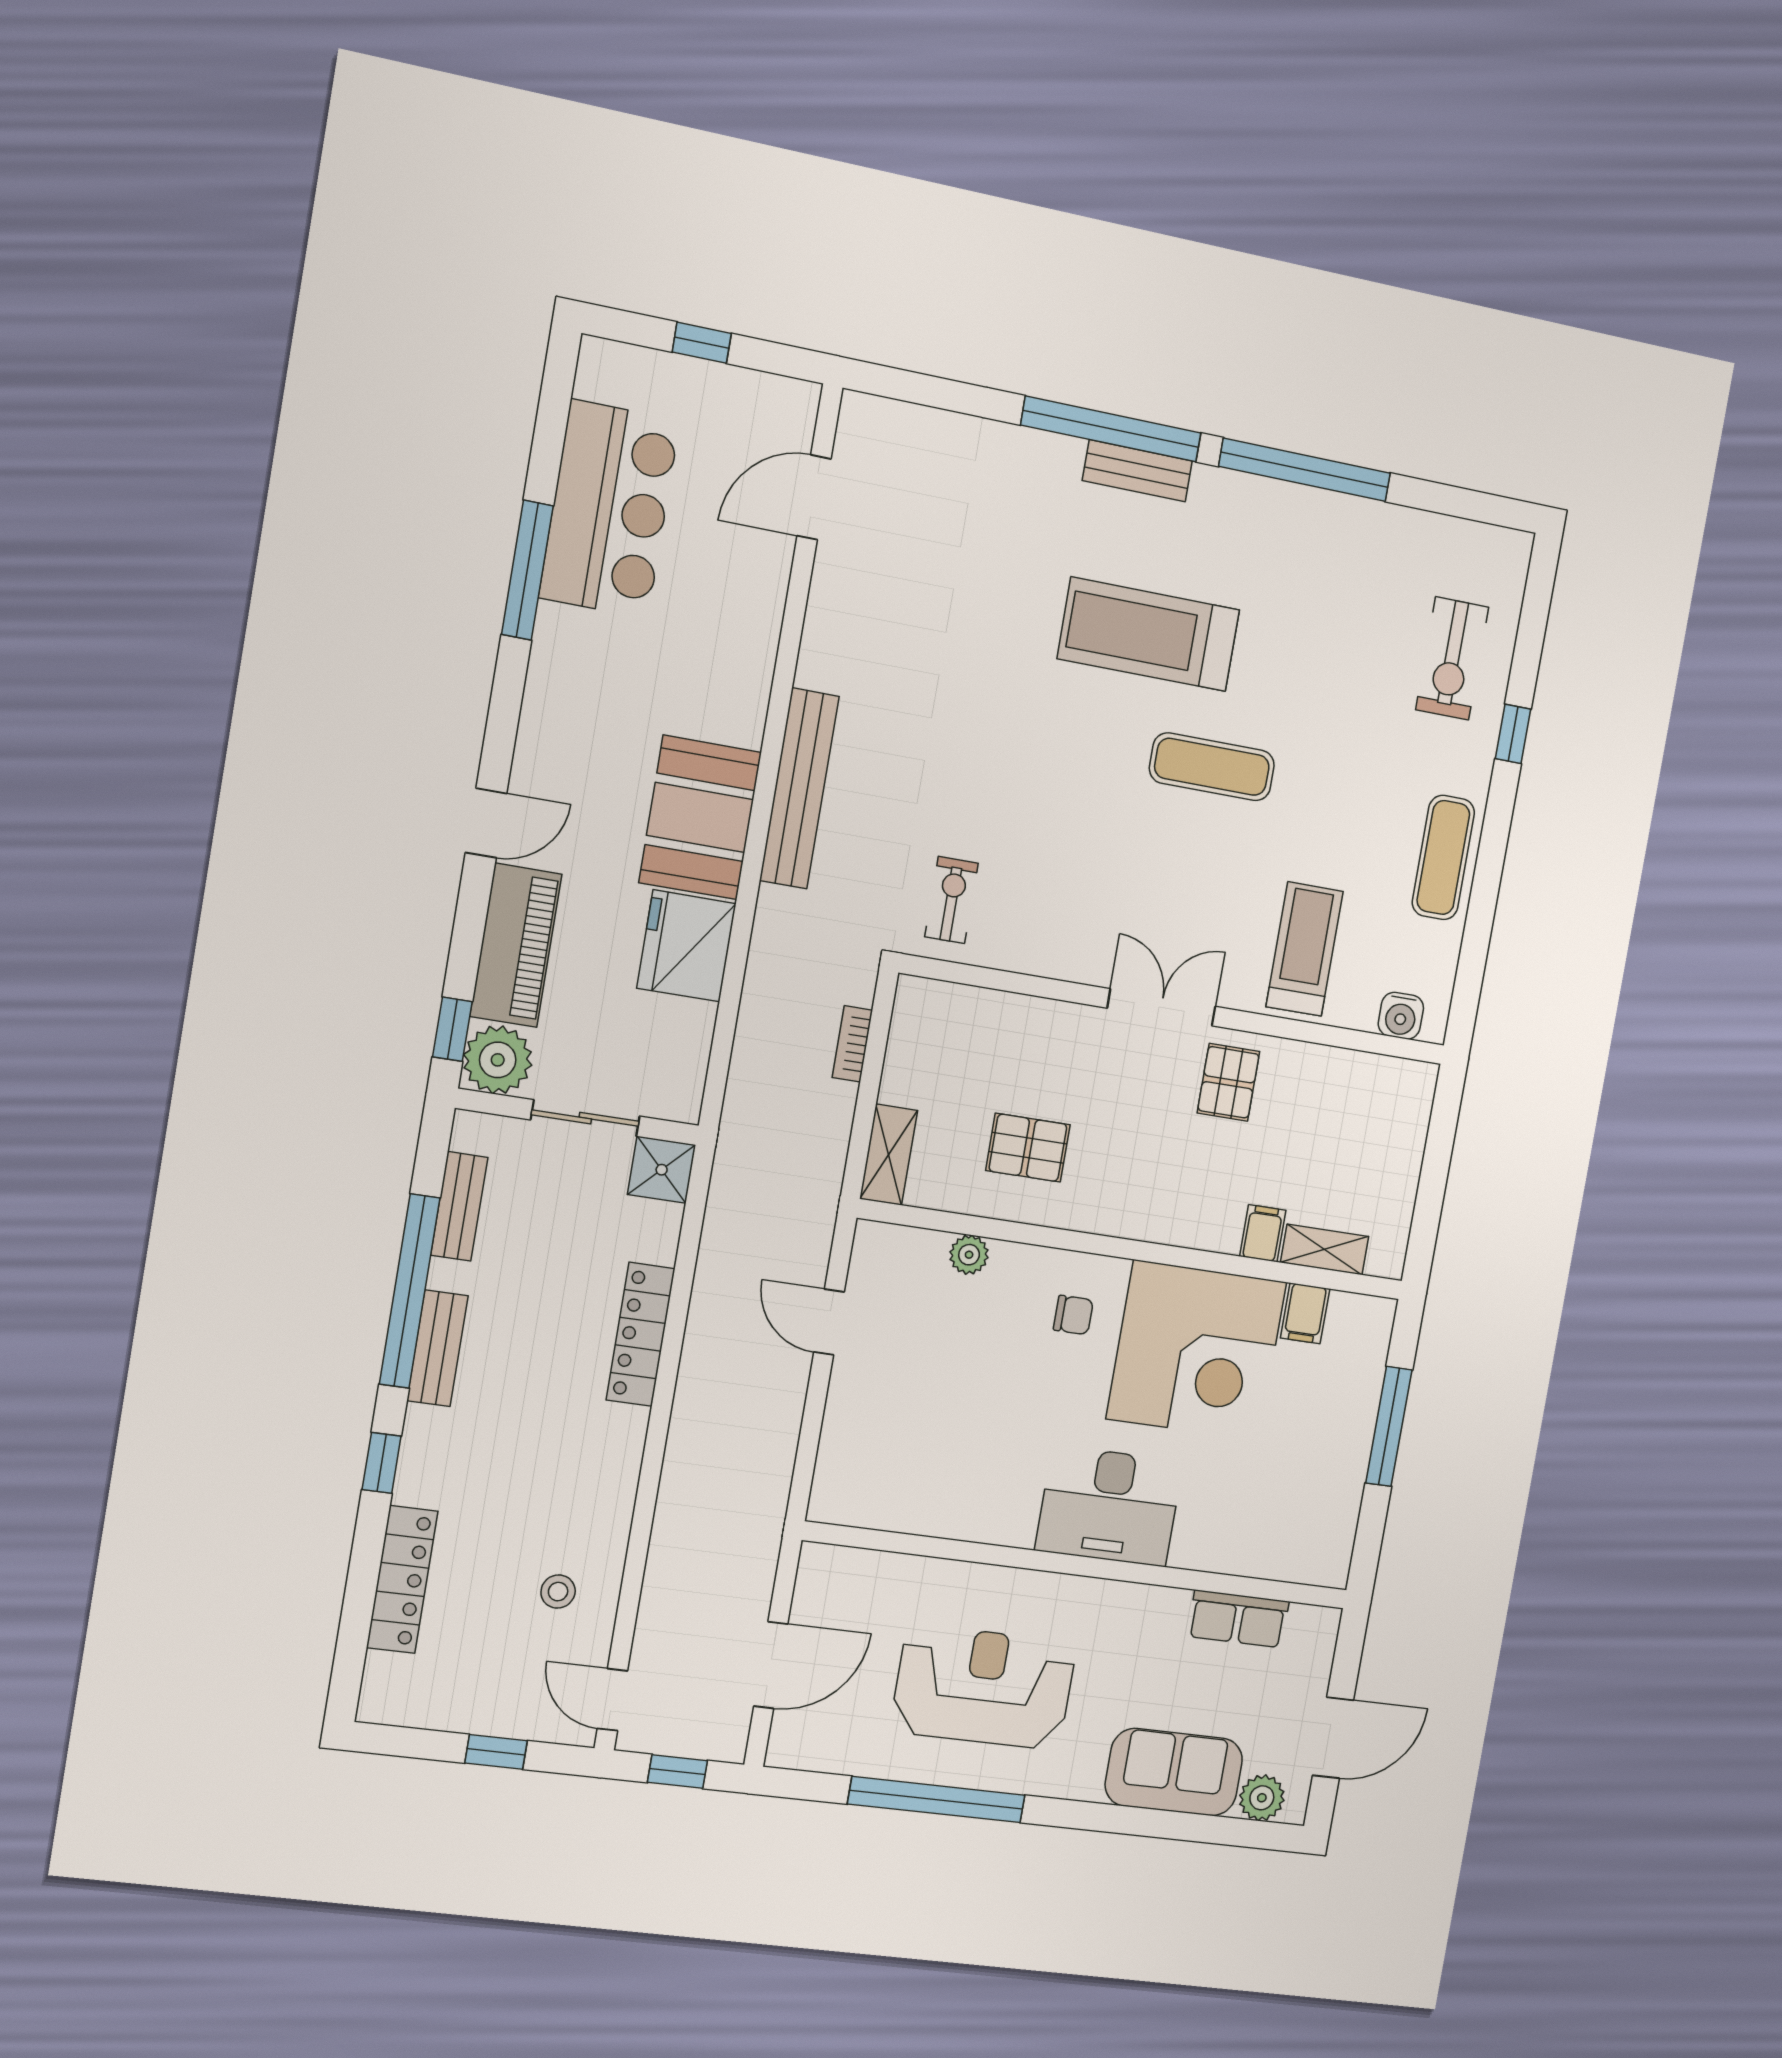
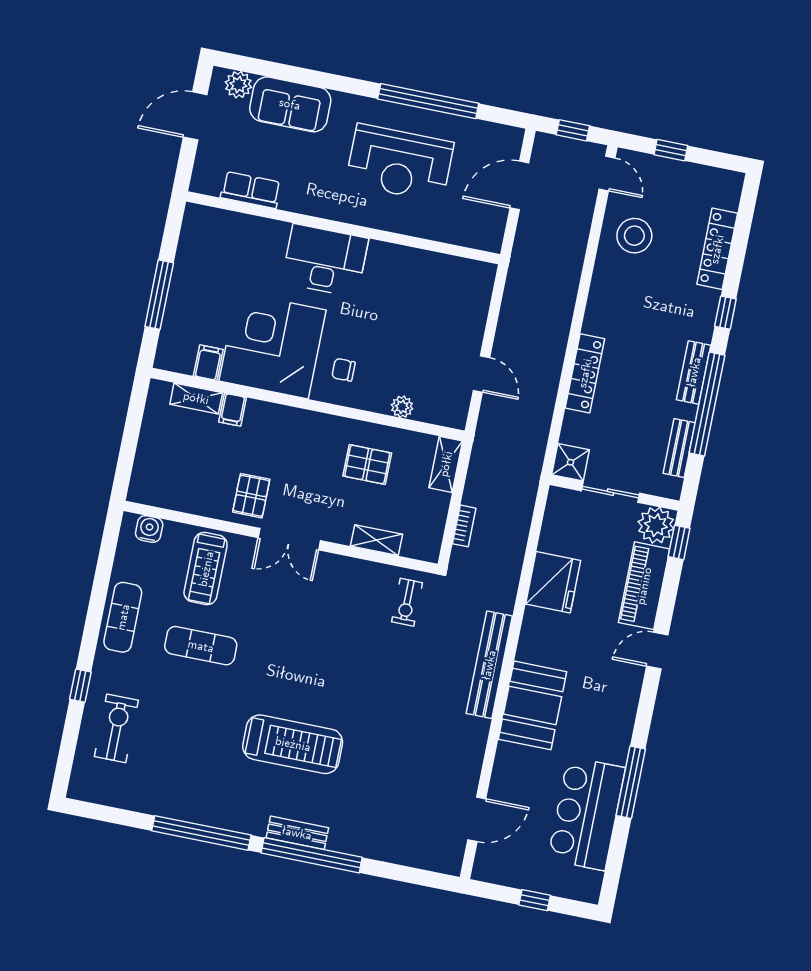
exercise mat: (1212, 767) -> (201, 646), moved
booth: (700, 818) -> (532, 705), moved
shelving: (1009, 1011) -> (376, 540), added
stool: (558, 1592) -> (634, 236), width x1.89, depth x1.89

